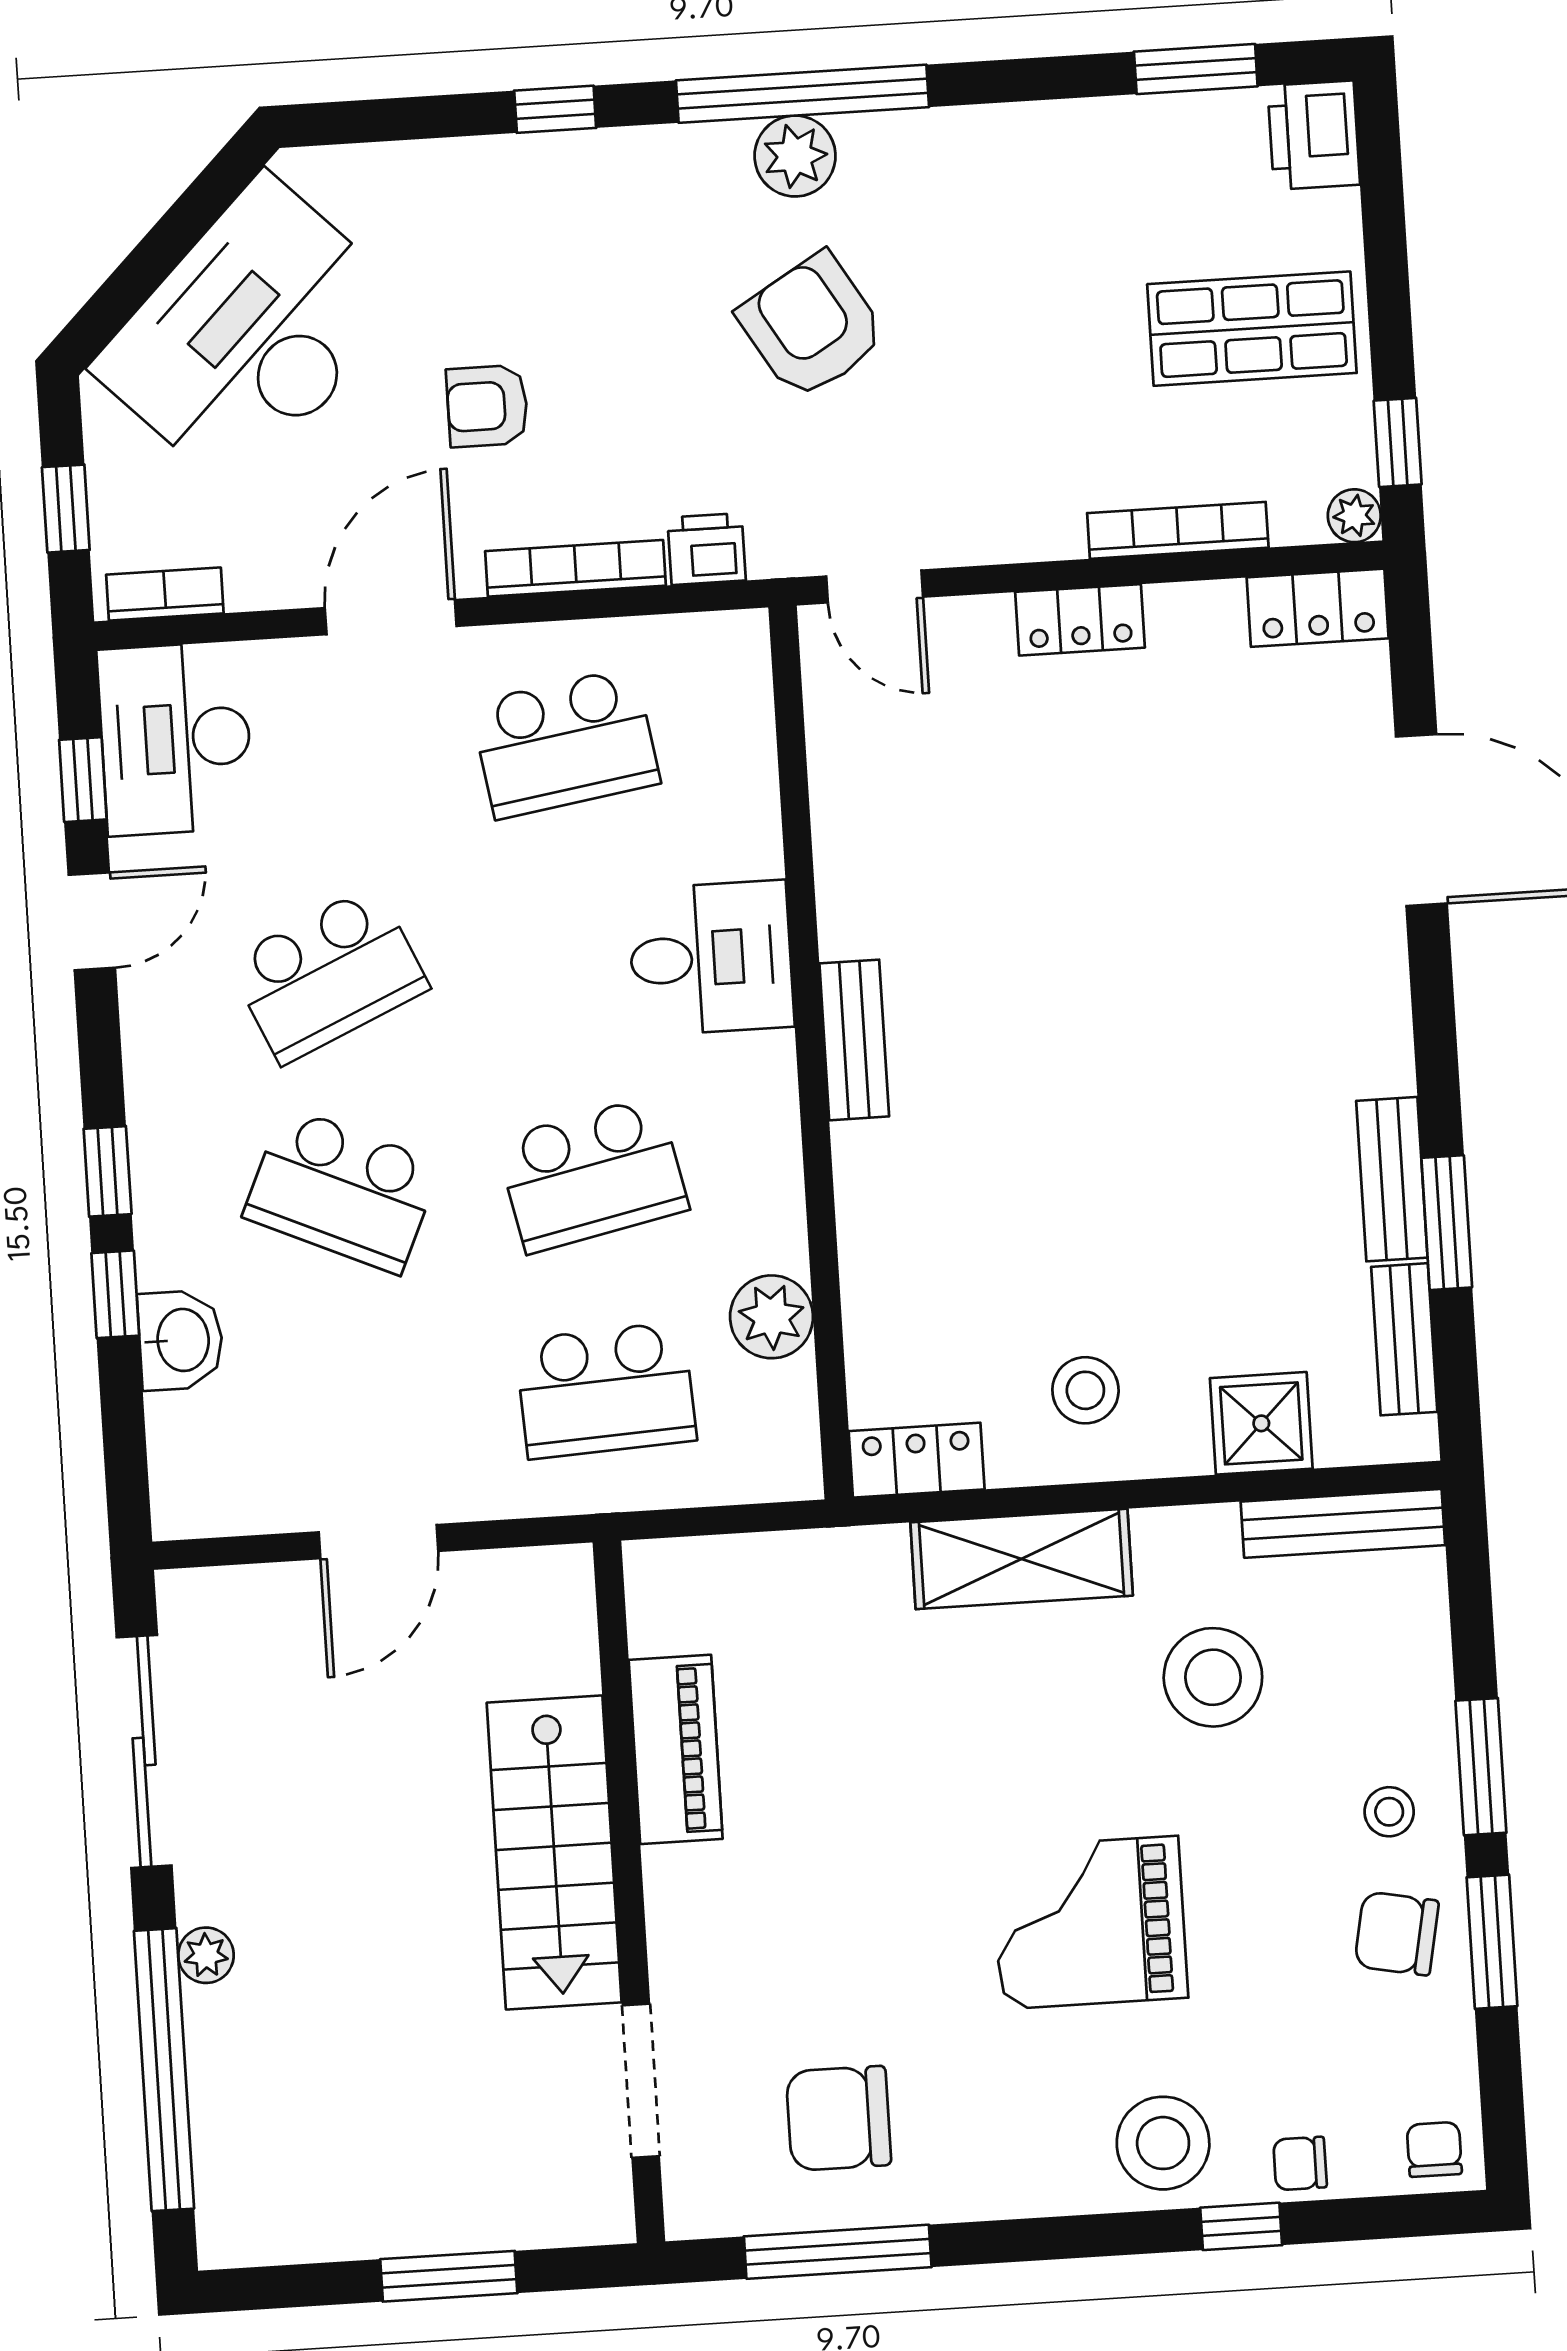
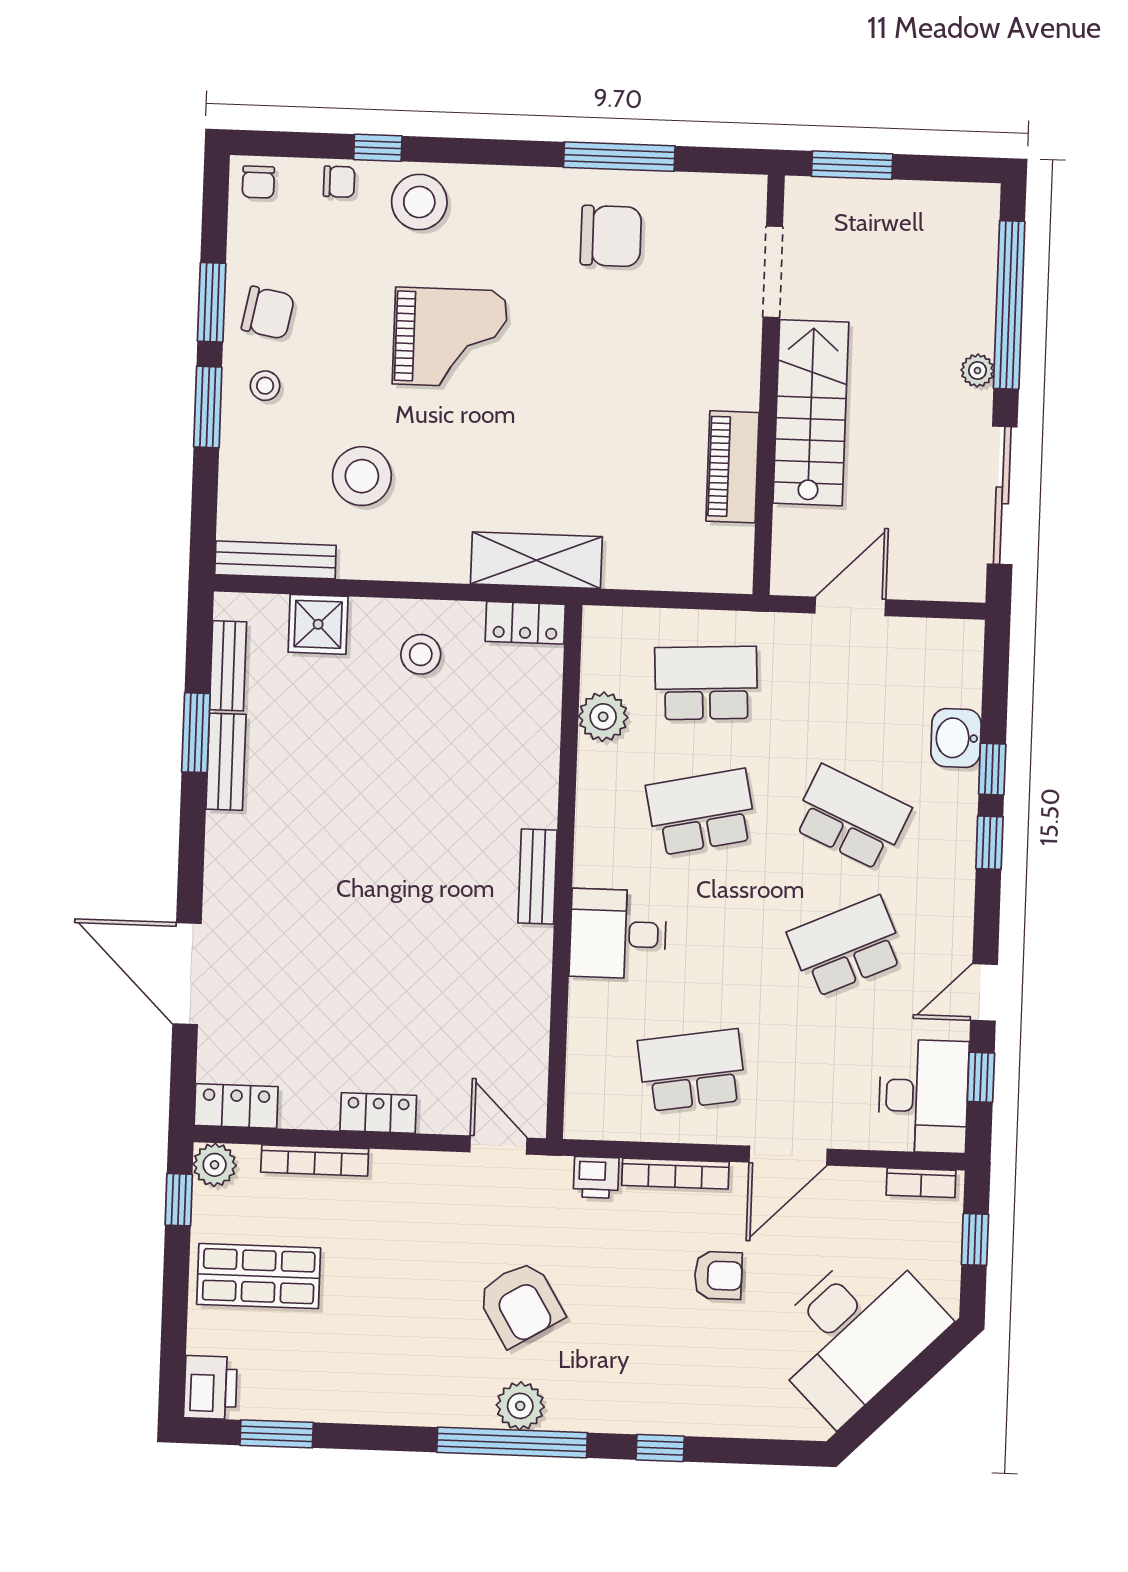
plant: (1354, 516) -> (215, 1165), width x1.38, depth x1.38
shelving: (1022, 1559) -> (536, 560), moved
piano: (676, 1749) -> (732, 467), moved
stairs: (554, 1853) -> (811, 413), moved
wall: (629, 1892) -> (769, 385), moved
doorway: (641, 2081) -> (773, 272), moved

